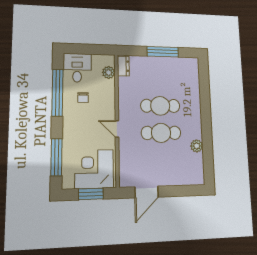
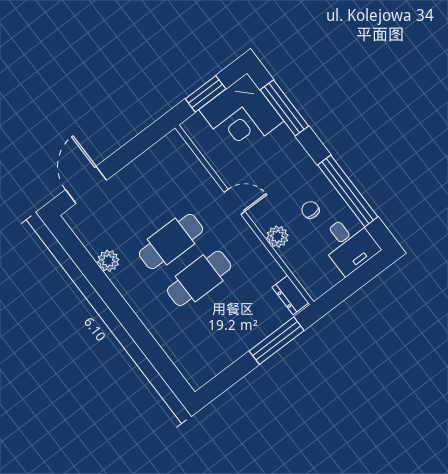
window: (163, 52) -> (277, 341), moved
plant: (109, 72) -> (277, 237), moved
corner desk: (94, 169) -> (241, 115), moved, turned 90
door: (147, 192) -> (86, 185), moved

